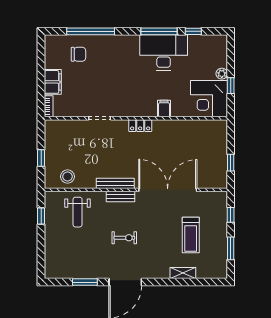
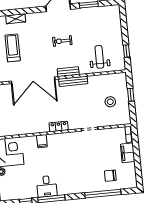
desk: (164, 53) -> (47, 186), width x0.53, depth x0.77
stool: (67, 177) -> (110, 102), moved

